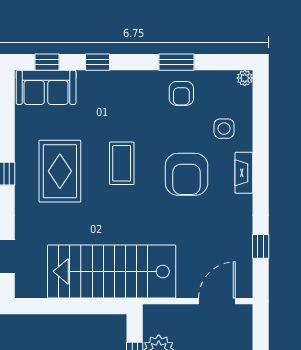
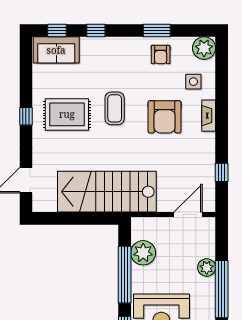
plant: (245, 78) -> (204, 48), width x1.88, depth x1.88
rug: (60, 171) -> (67, 114), turned 90

